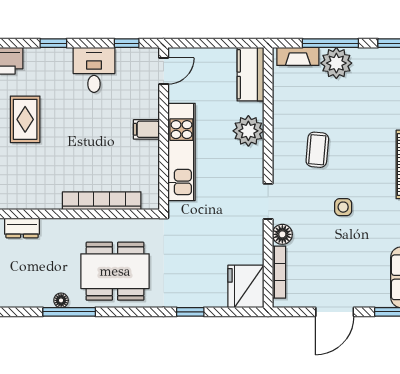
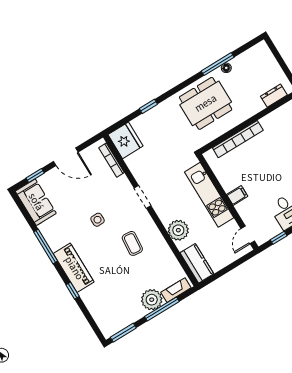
floor lamp: (282, 234) -> (123, 183), removed
door: (335, 312) -> (66, 157), swing flipped

